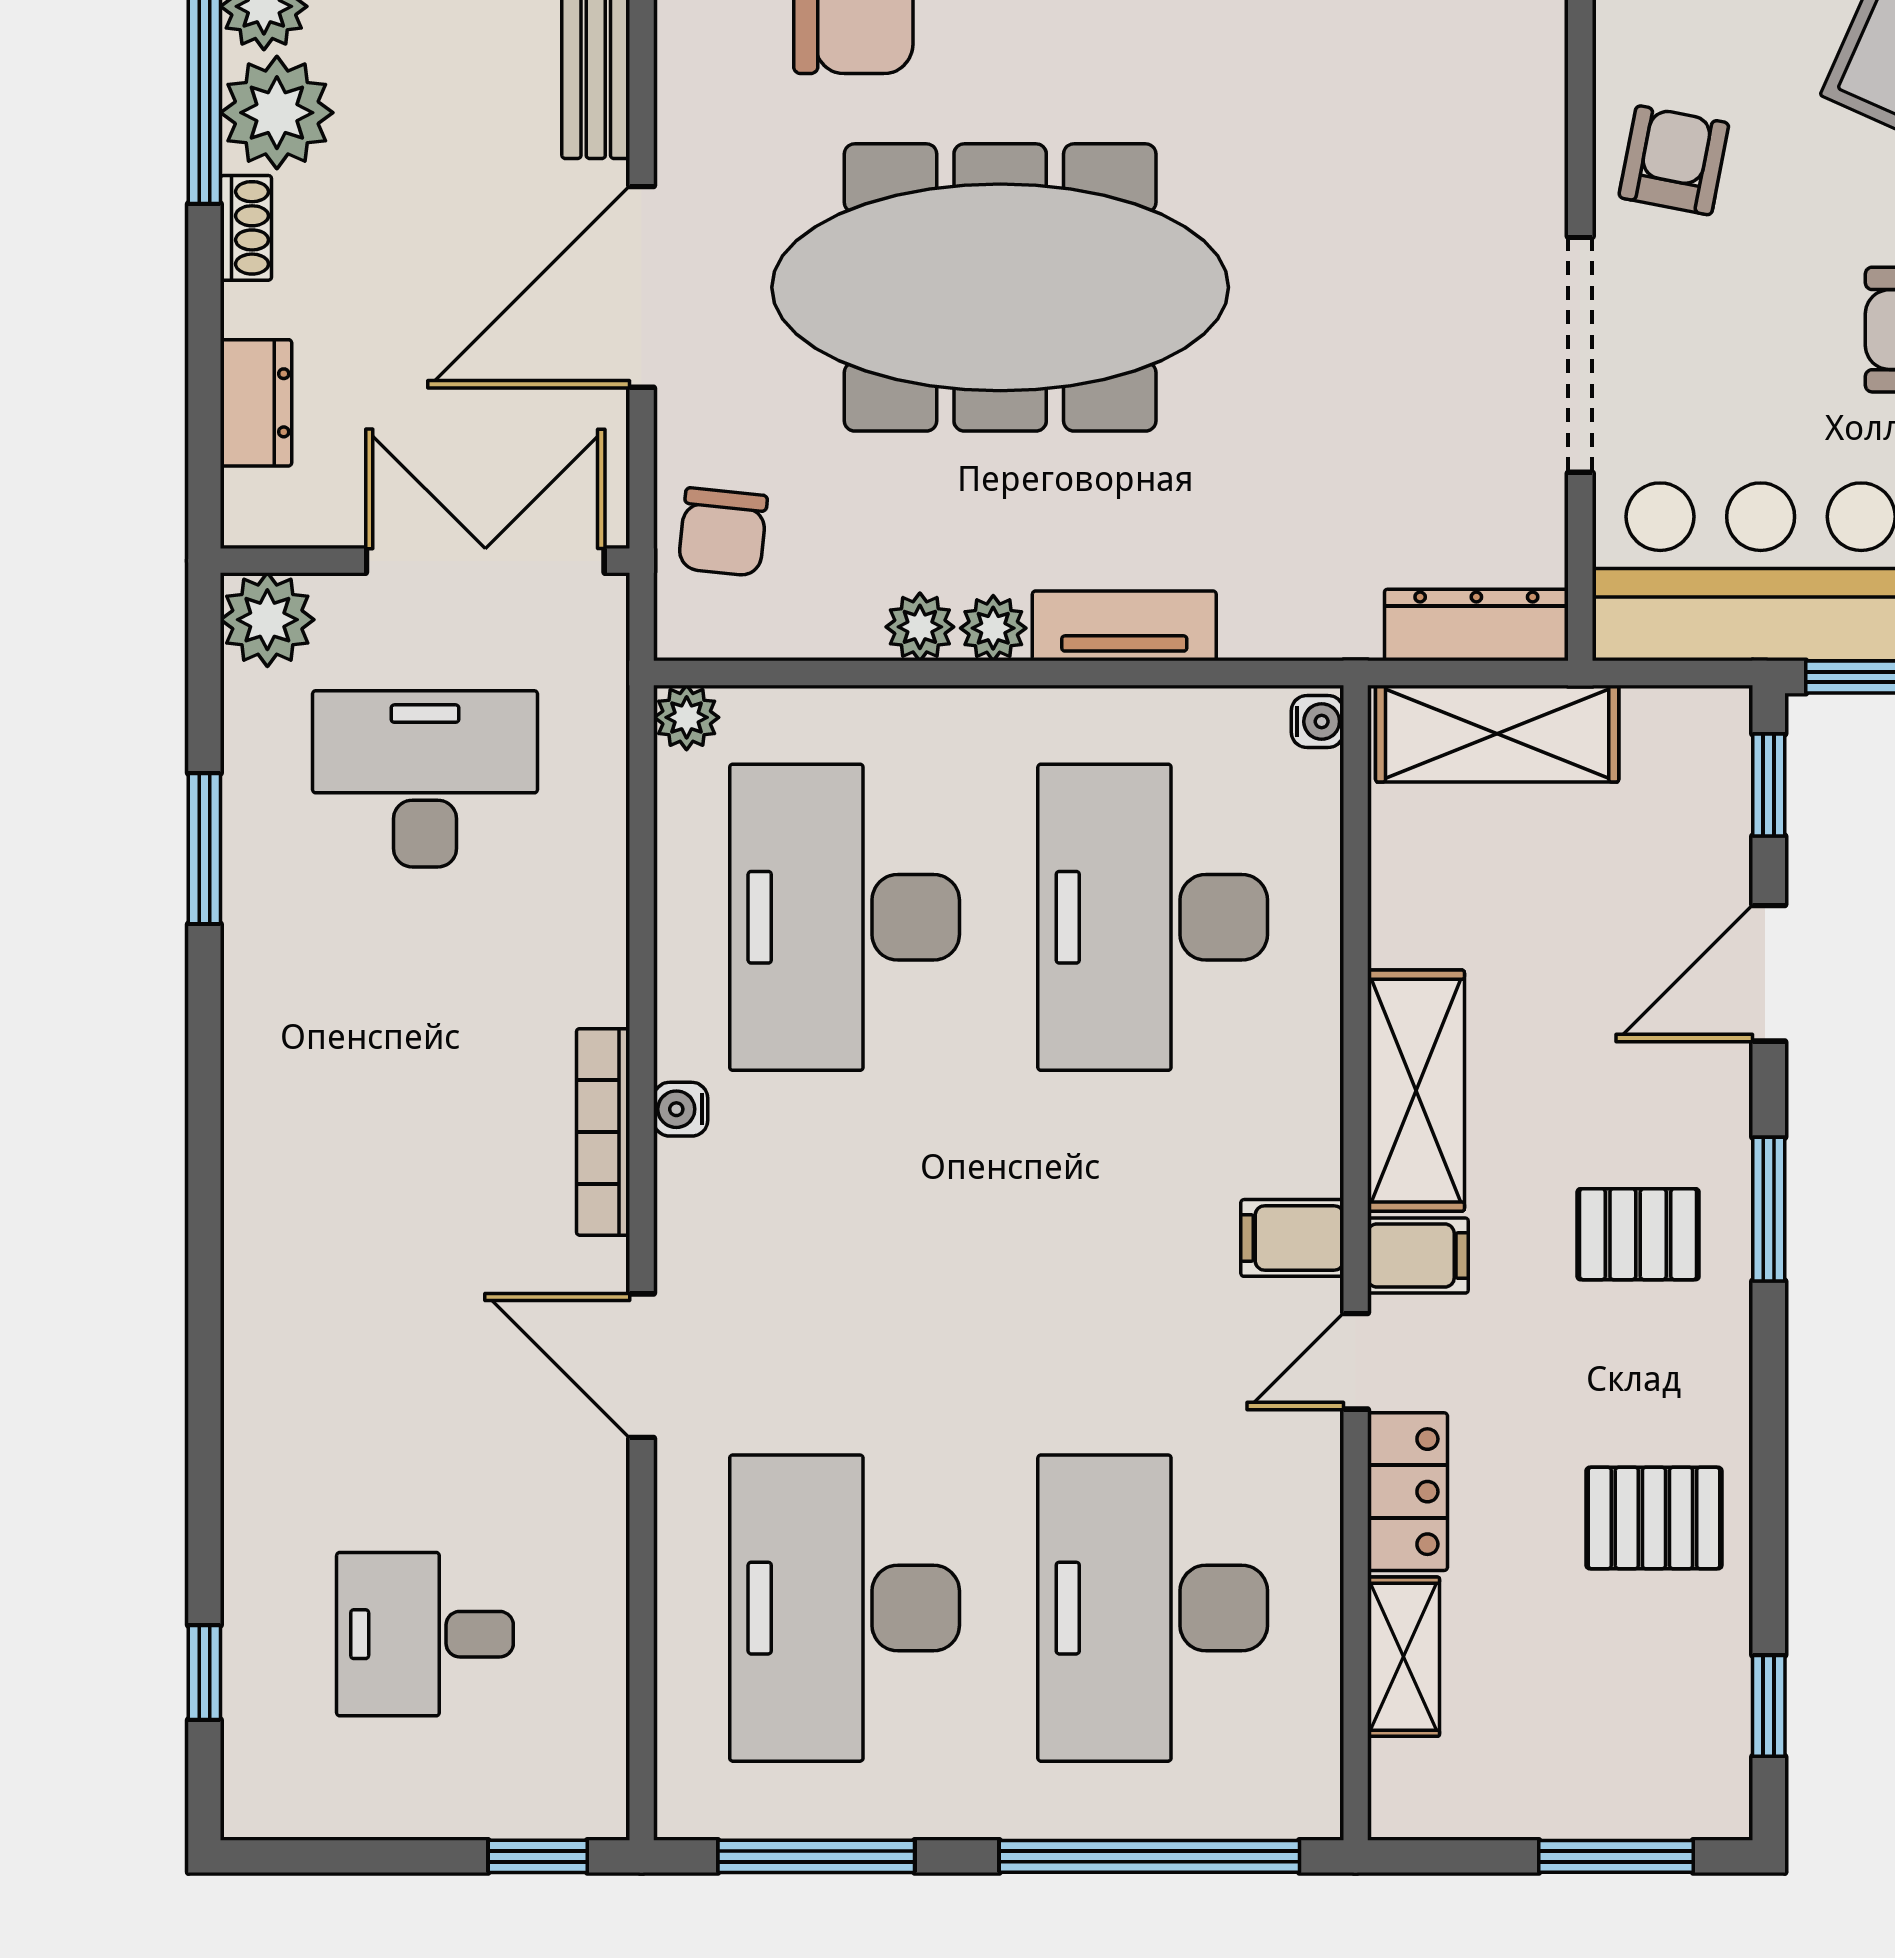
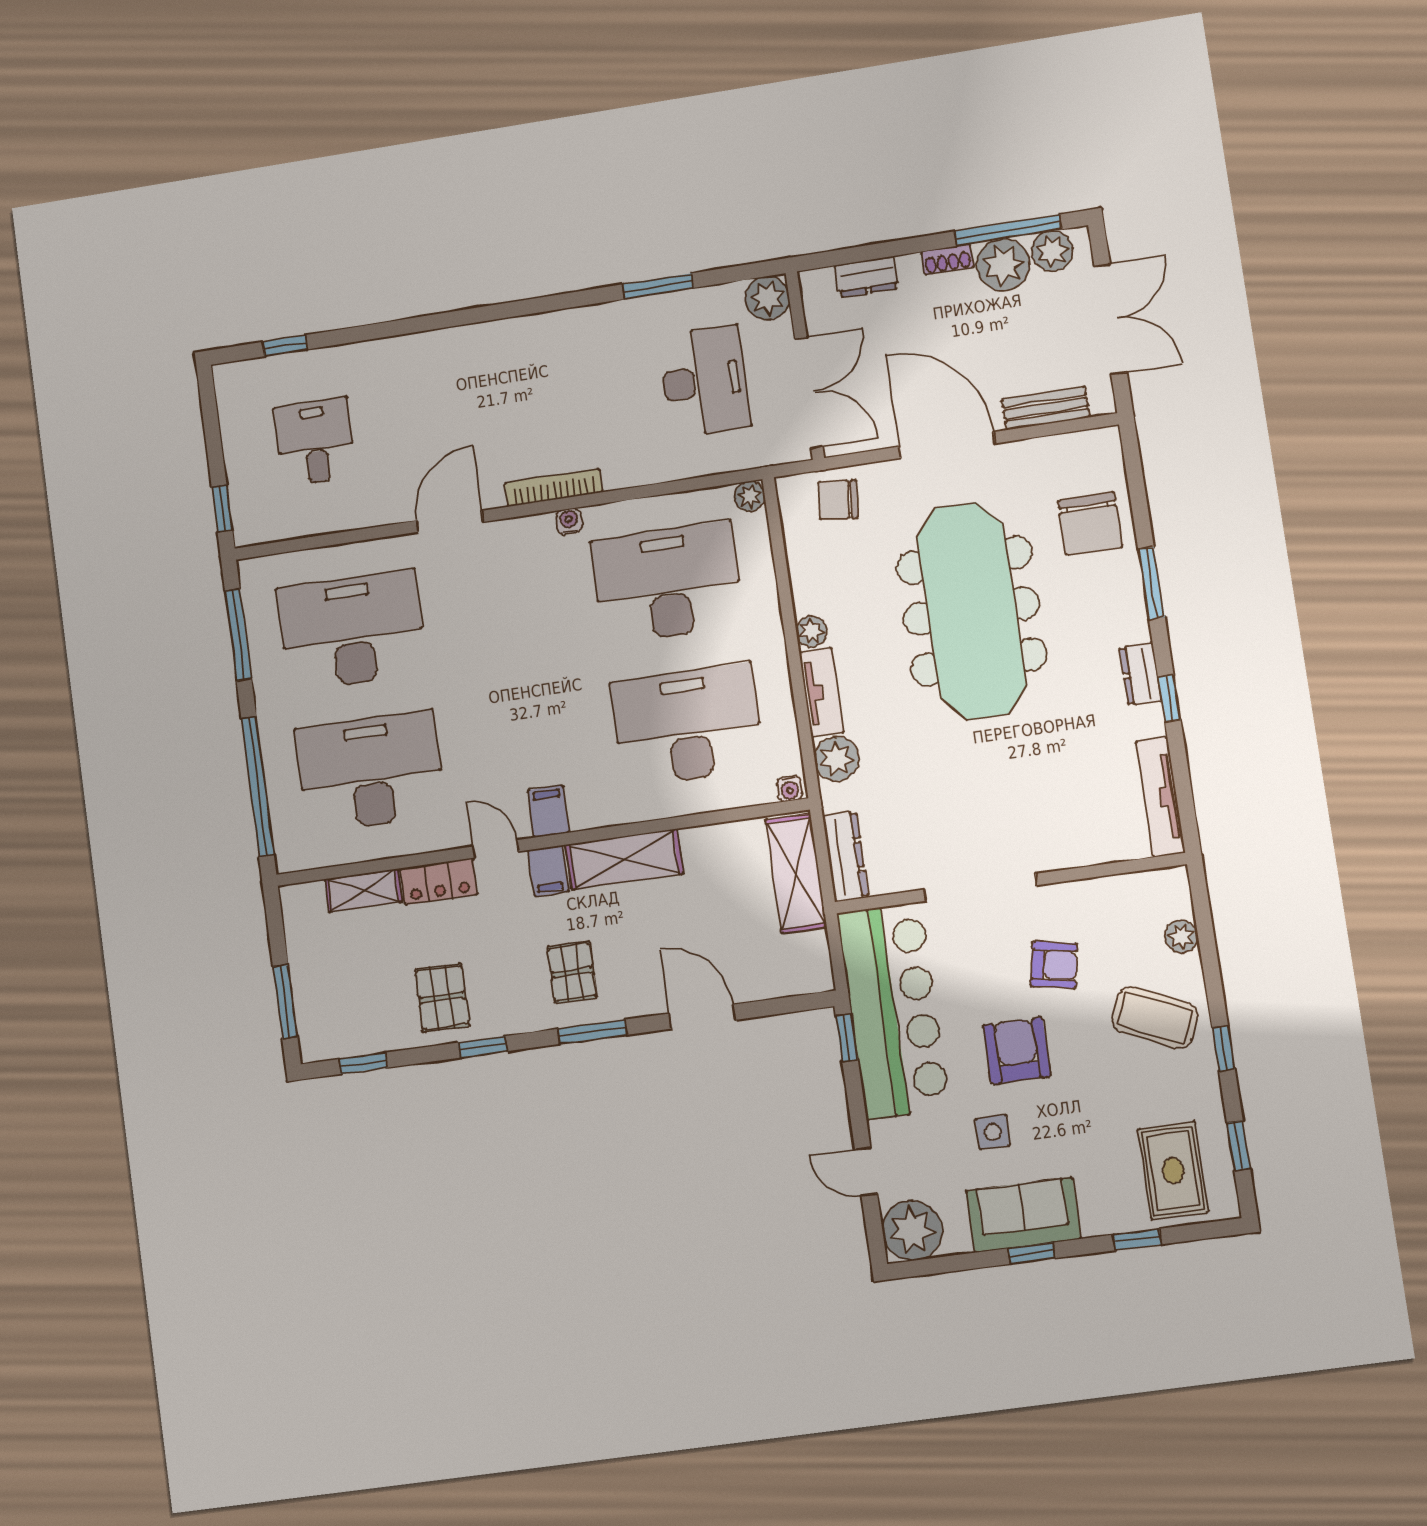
armchair: (1674, 160) -> (1054, 965), moved
plant: (920, 627) -> (837, 759), moved, width x1.38, depth x1.38
window: (1769, 785) -> (483, 1047), moved

